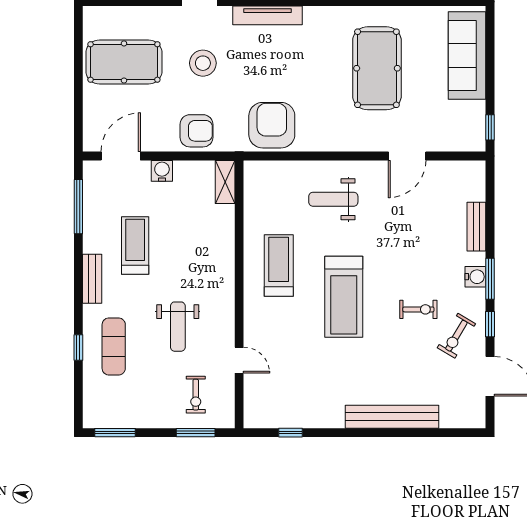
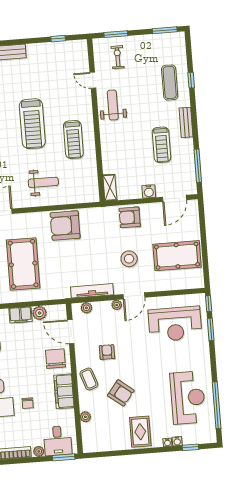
armchair: (272, 125) -> (65, 225), moved, turned 90
treadmill: (344, 297) -> (32, 124), turned 180
weight bench: (178, 327) -> (113, 105), moved

